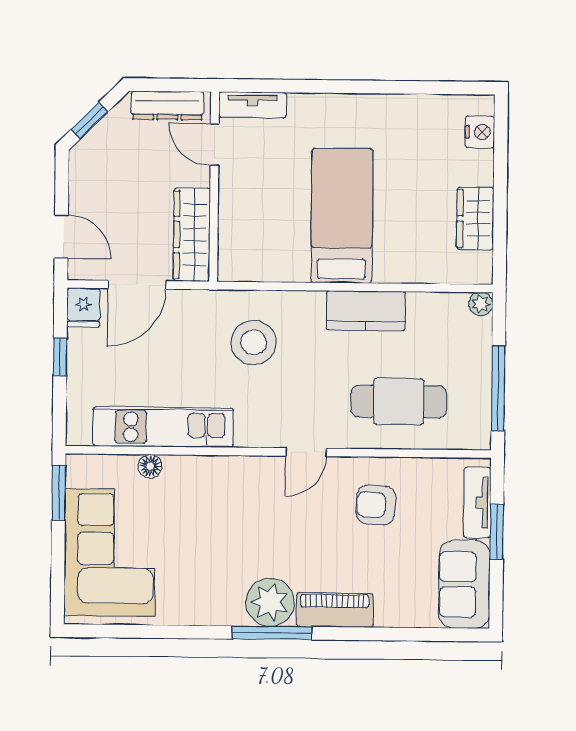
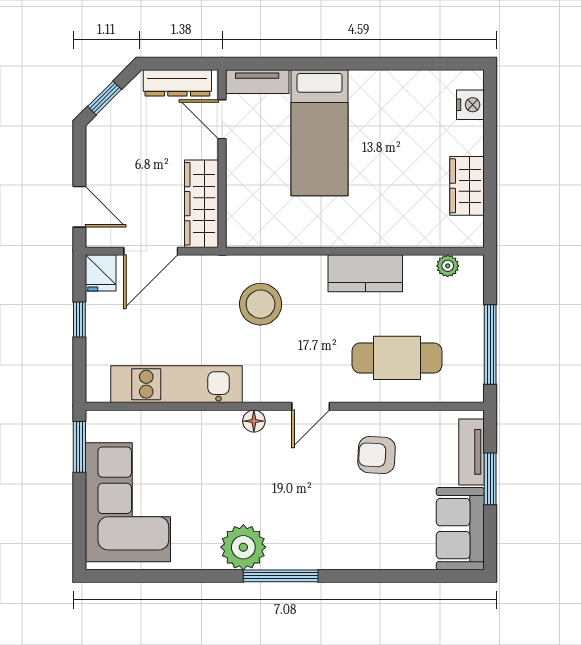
bed: (342, 216) -> (320, 133), moved, turned 180
plant: (481, 304) -> (448, 266), moved
floor lamp: (150, 466) -> (254, 421), moved
plant: (270, 602) -> (243, 547), moved
piano: (335, 610) -> (339, 554), removed

